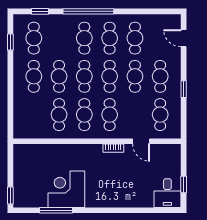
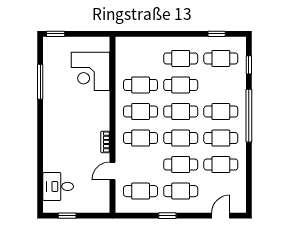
corner desk: (66, 189) -> (91, 71), moved, turned 180
desk: (167, 193) -> (58, 186), moved

